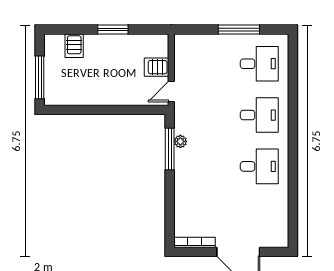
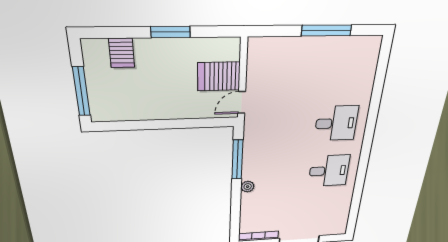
desk: (259, 64) -> (344, 70), removed
server rack: (157, 67) -> (219, 76), width x1.36, depth x1.44
plant: (180, 141) -> (248, 187), moved

